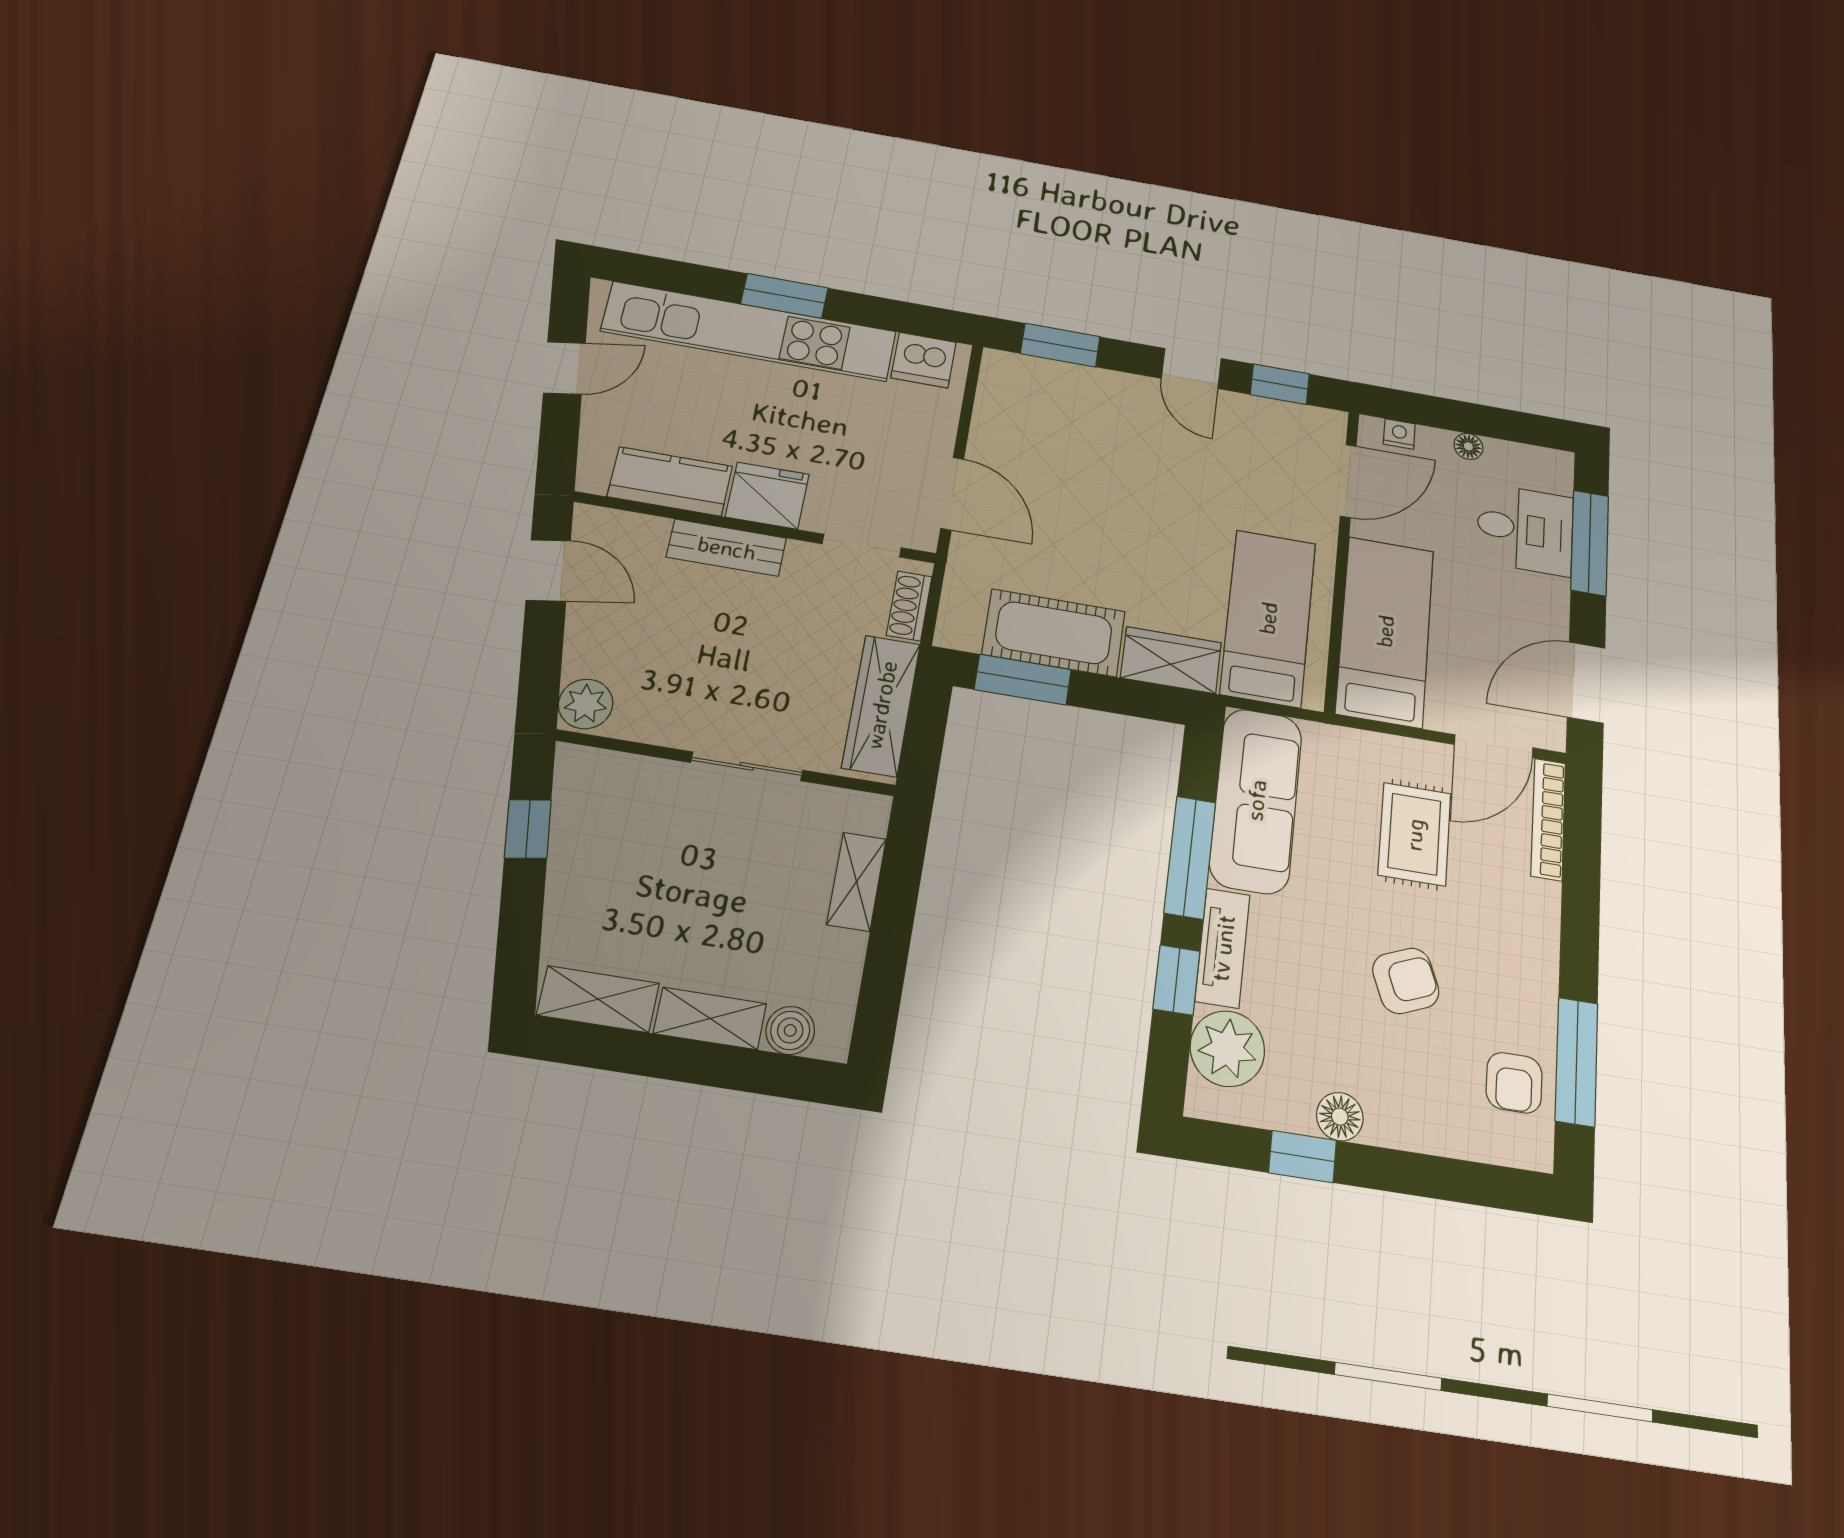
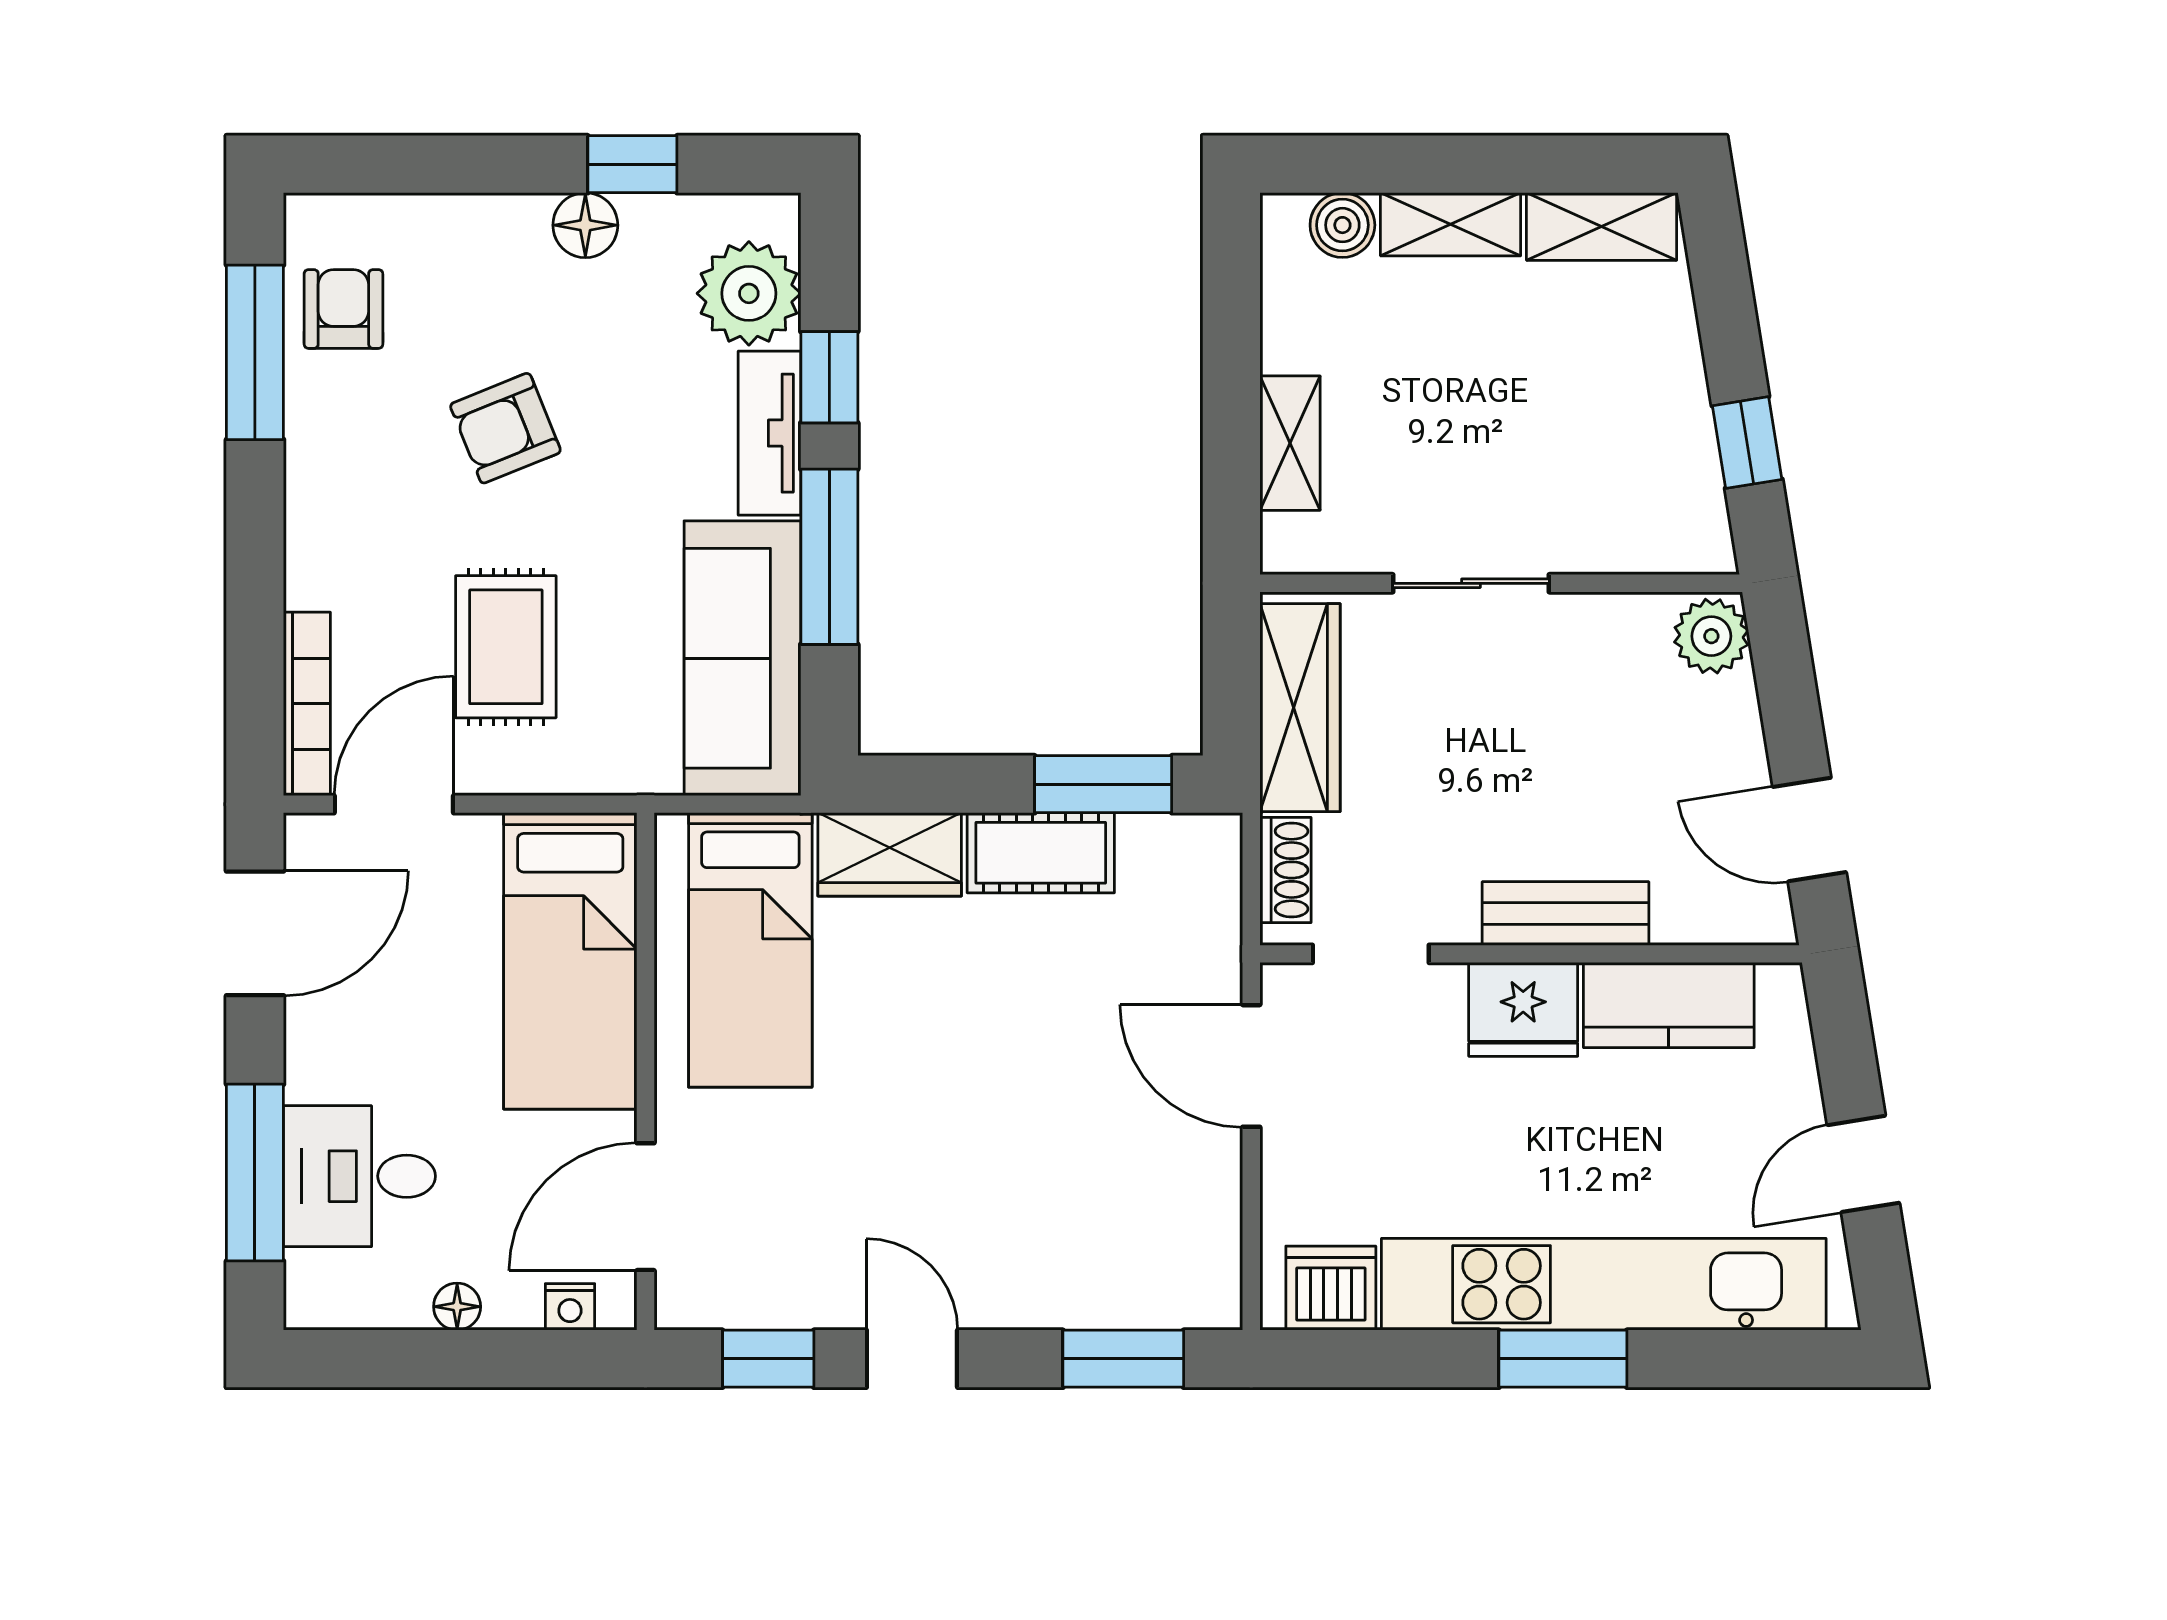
cot: (1054, 633) -> (1041, 853), width x0.73, depth x0.75

